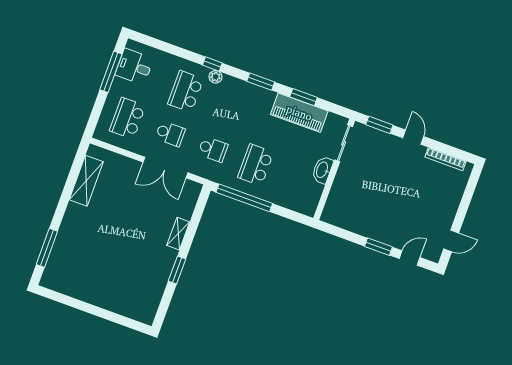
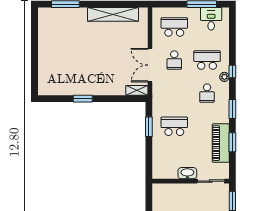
school desk: (213, 149) -> (207, 93), moved
shelving: (86, 181) -> (113, 14), width x1.47
window: (244, 198) -> (149, 127), width x0.47
shelving: (178, 234) -> (137, 90), moved

